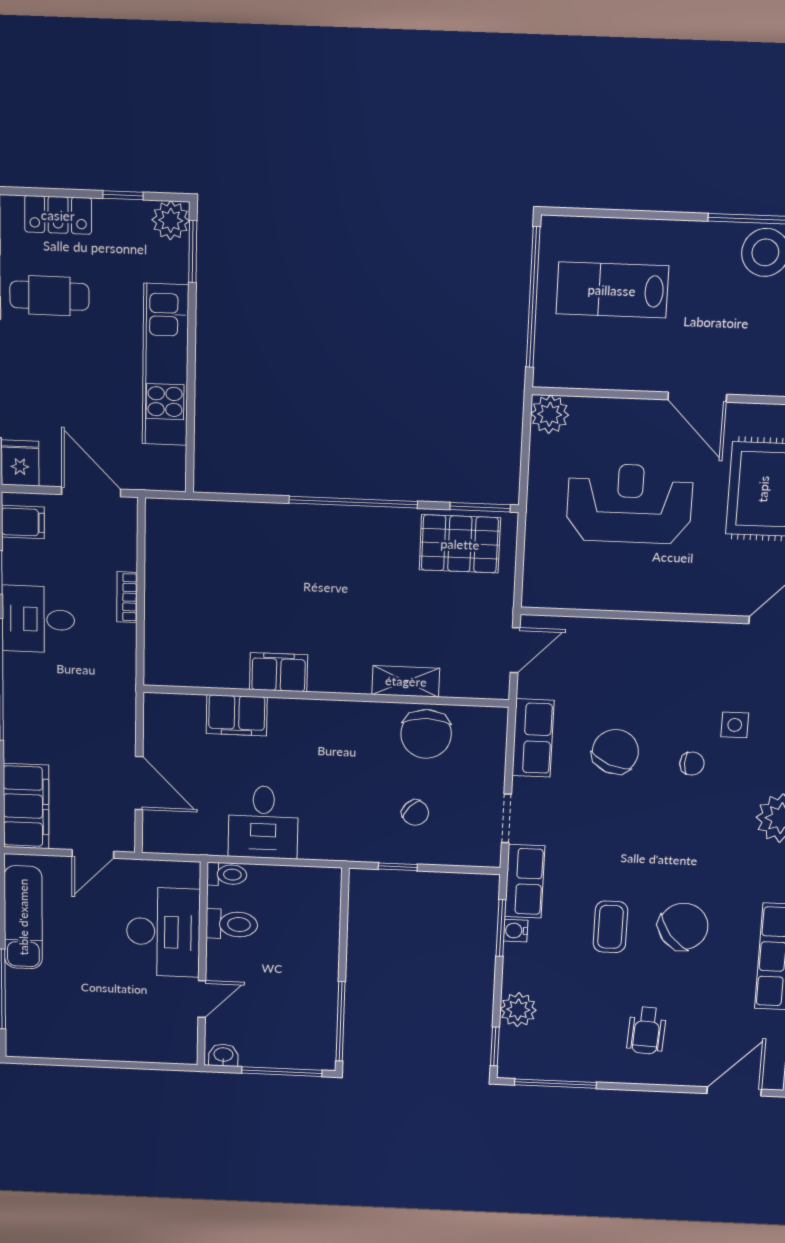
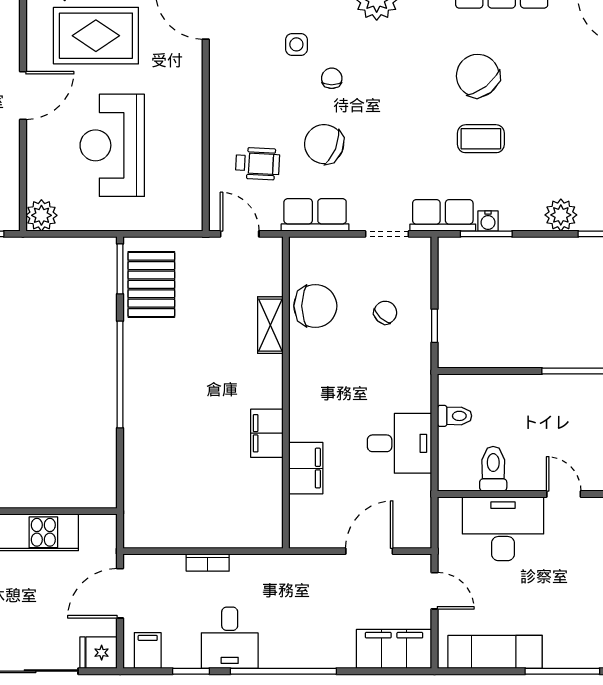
toilet: (227, 874) -> (455, 416), moved, turned 90
wheelchair: (647, 1031) -> (258, 164), moved

